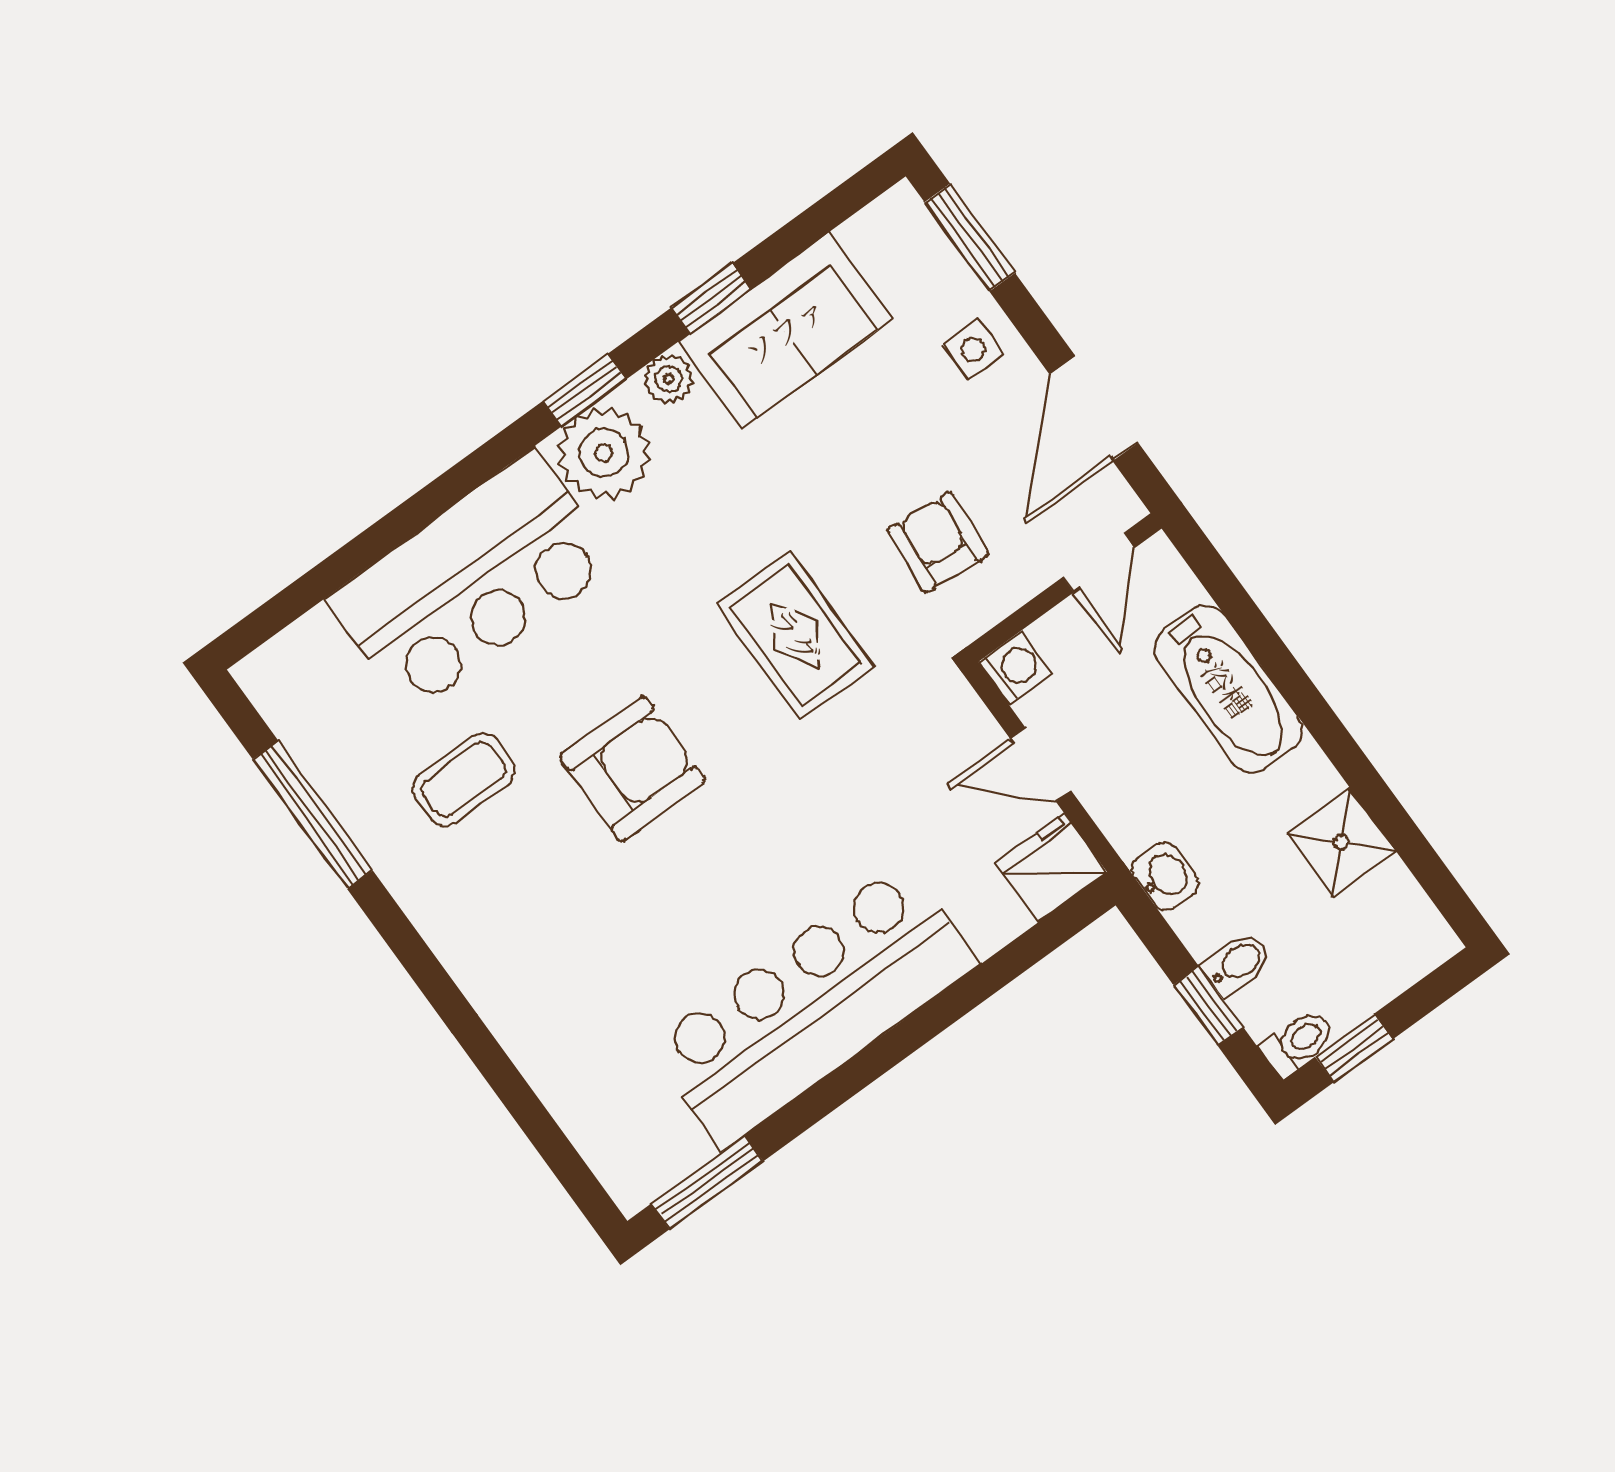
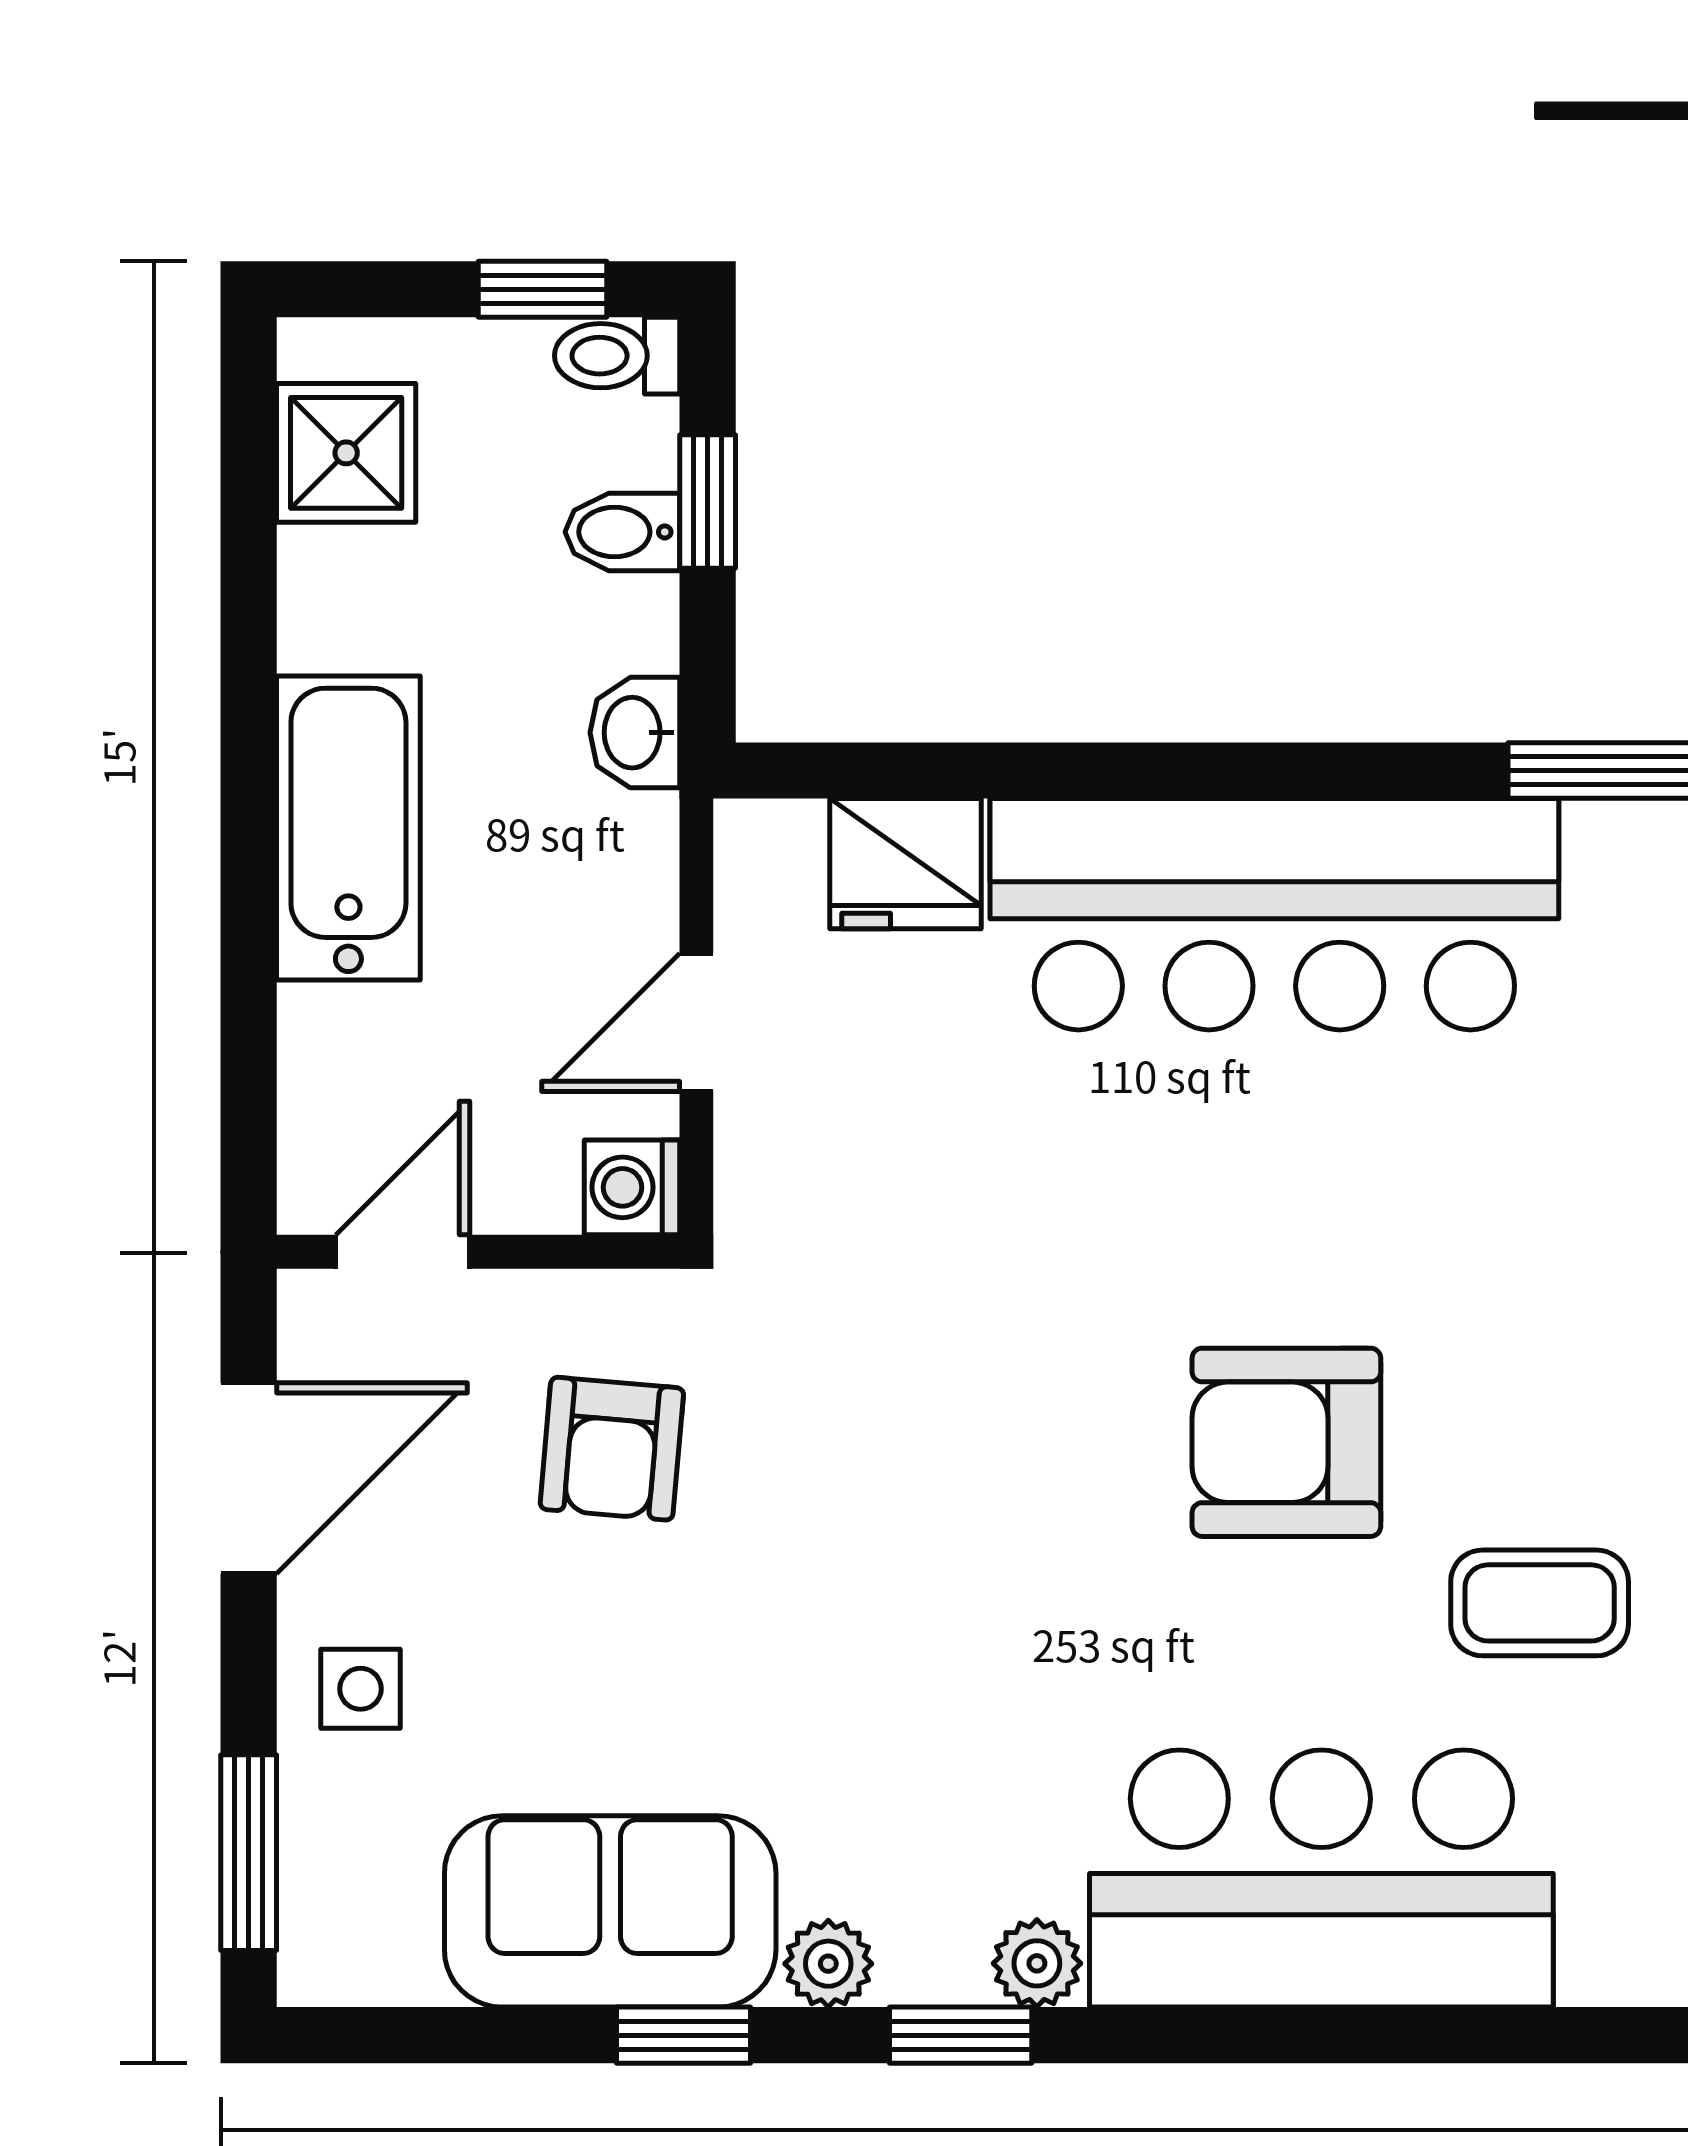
plant: (604, 453) -> (1037, 1963), width x0.53, depth x0.53
rug: (795, 635) -> (913, 1464), removed
bathtub: (1228, 689) -> (348, 828), moved
door: (1041, 765) -> (696, 1022), swing flipped
shower: (1341, 842) -> (346, 453), moved
fridge: (1051, 868) -> (906, 864), moved

